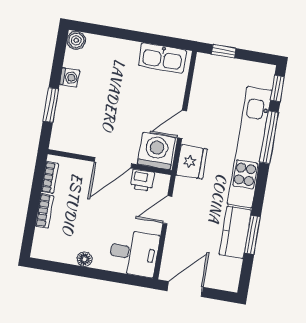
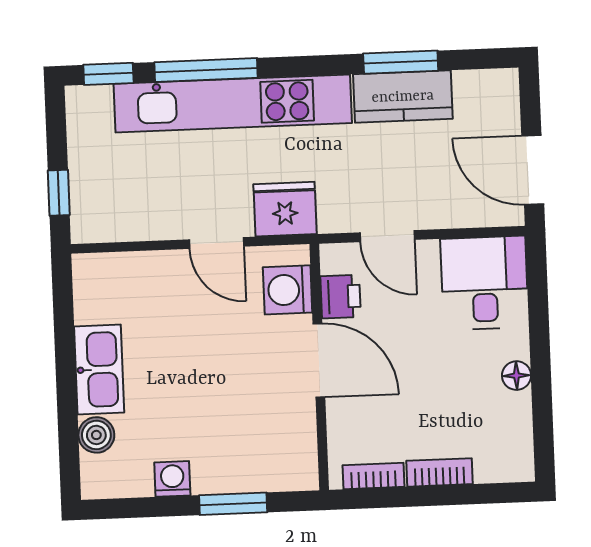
boiler: (76, 40) -> (96, 435), moved
kitchen sink: (162, 58) -> (99, 370), moved
washing machine: (156, 151) -> (288, 290), width x0.73, depth x0.73

